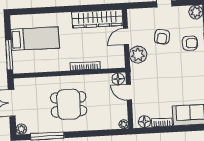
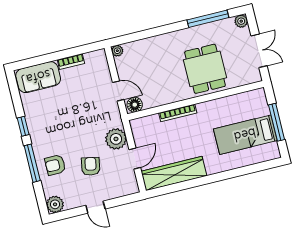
window: (9, 55) -> (277, 122), moved
dining table: (69, 104) -> (205, 69), moved, turned 90
floor lamp: (145, 122) -> (92, 59), removed

